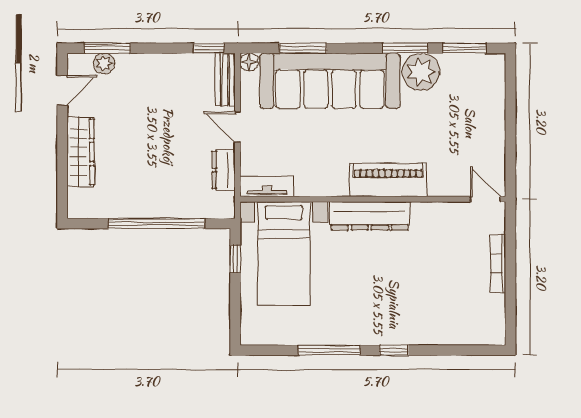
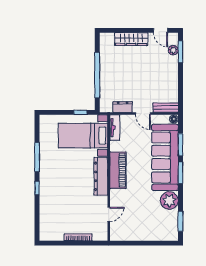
window: (209, 48) -> (180, 100), removed
window: (405, 48) -> (180, 173), moved
door: (238, 127) -> (143, 114), swing flipped
piano: (388, 180) -> (118, 170), moved
door: (485, 199) -> (109, 214), moved

